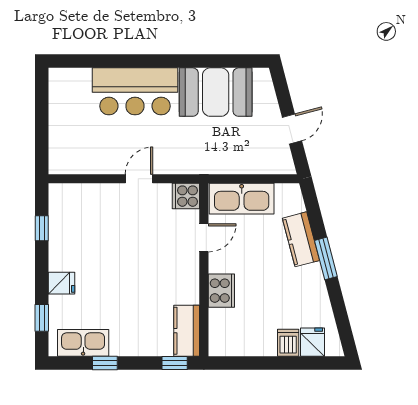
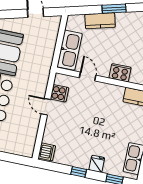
dishwasher: (64, 196) -> (47, 152), added
cooker: (186, 196) -> (60, 93), moved, turned -90
window: (42, 228) -> (79, 172), moved

